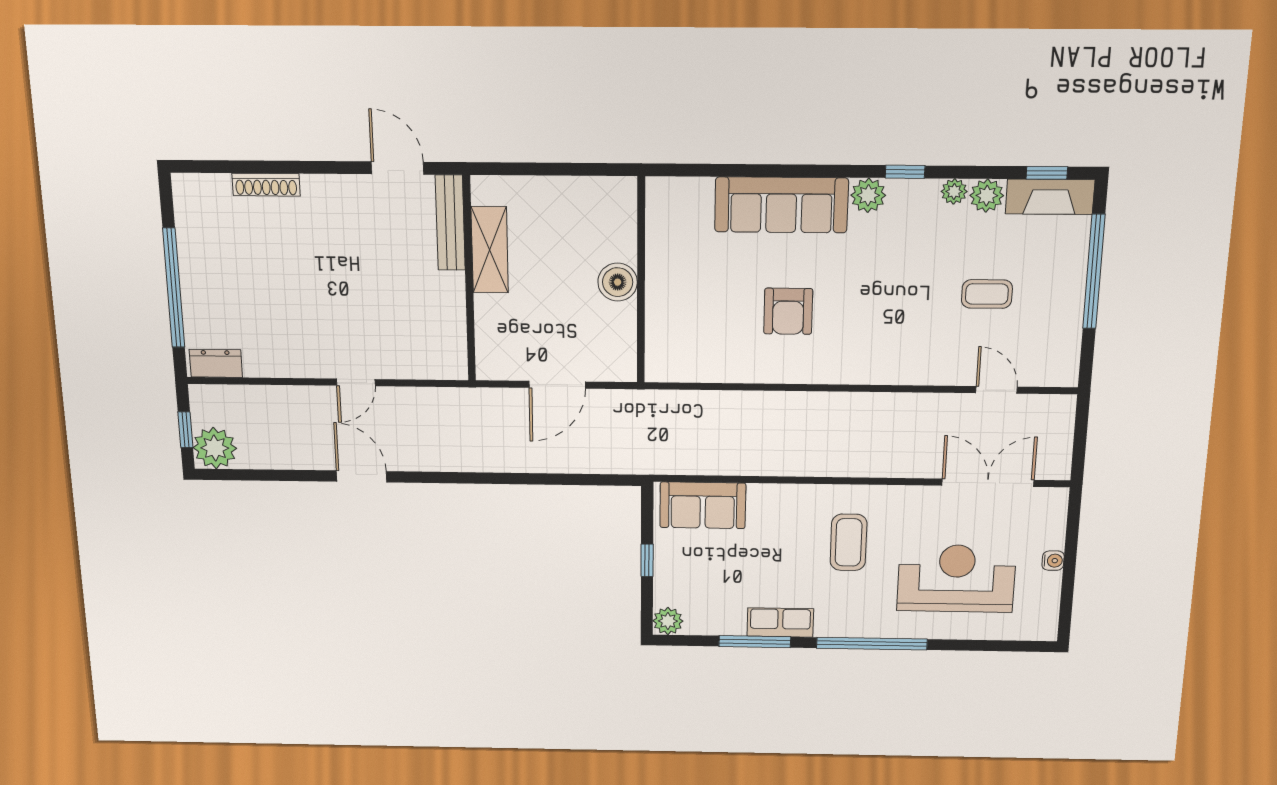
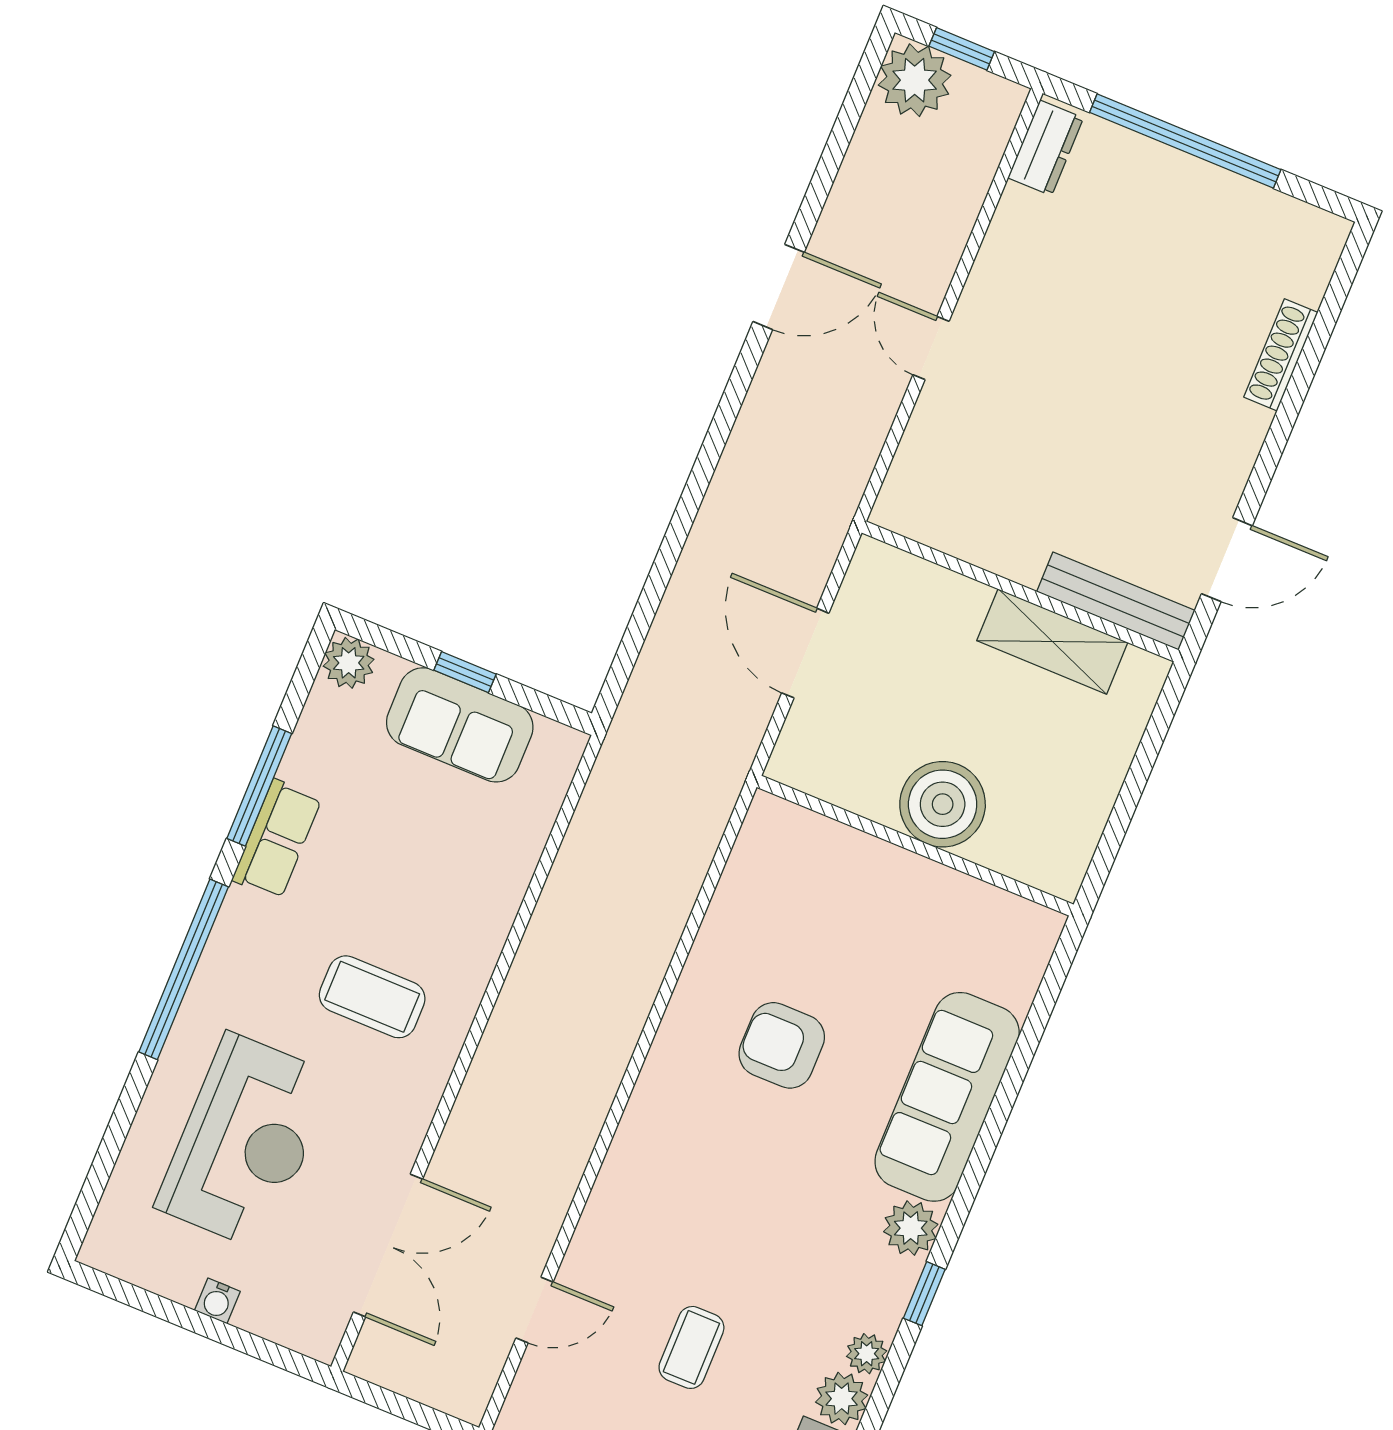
boiler: (618, 282) -> (943, 804), width x1.37, depth x1.37
sofa: (703, 505) -> (460, 725), moved, turned -90

